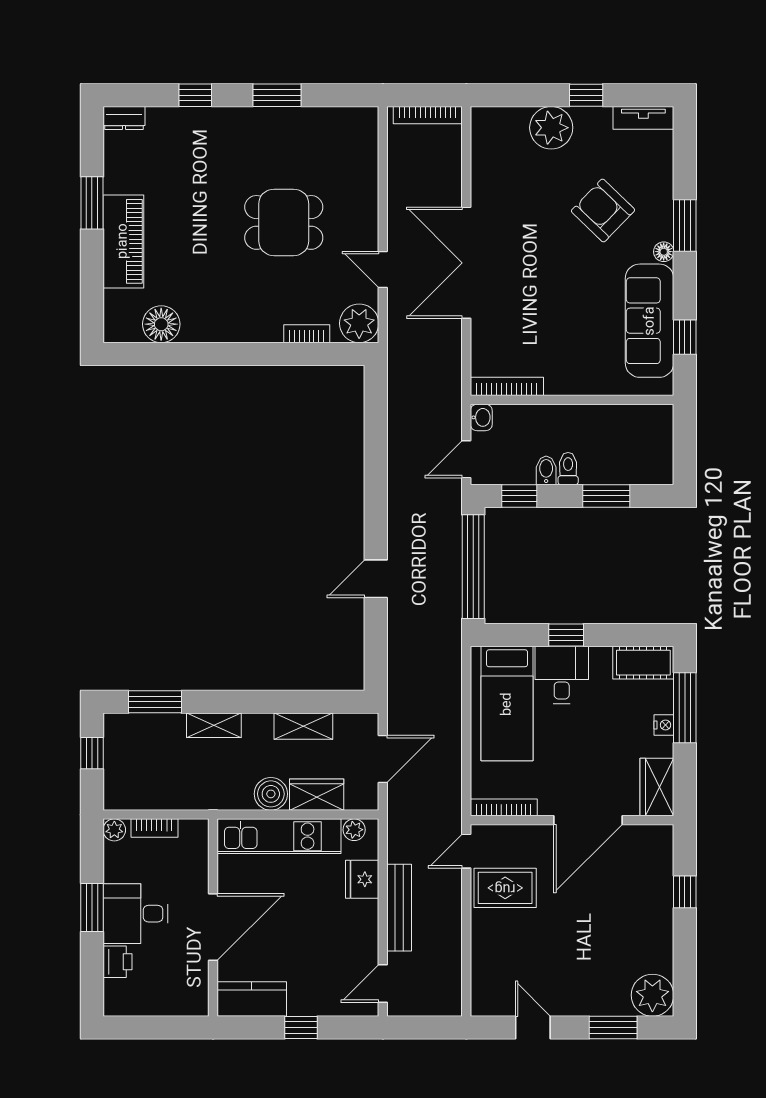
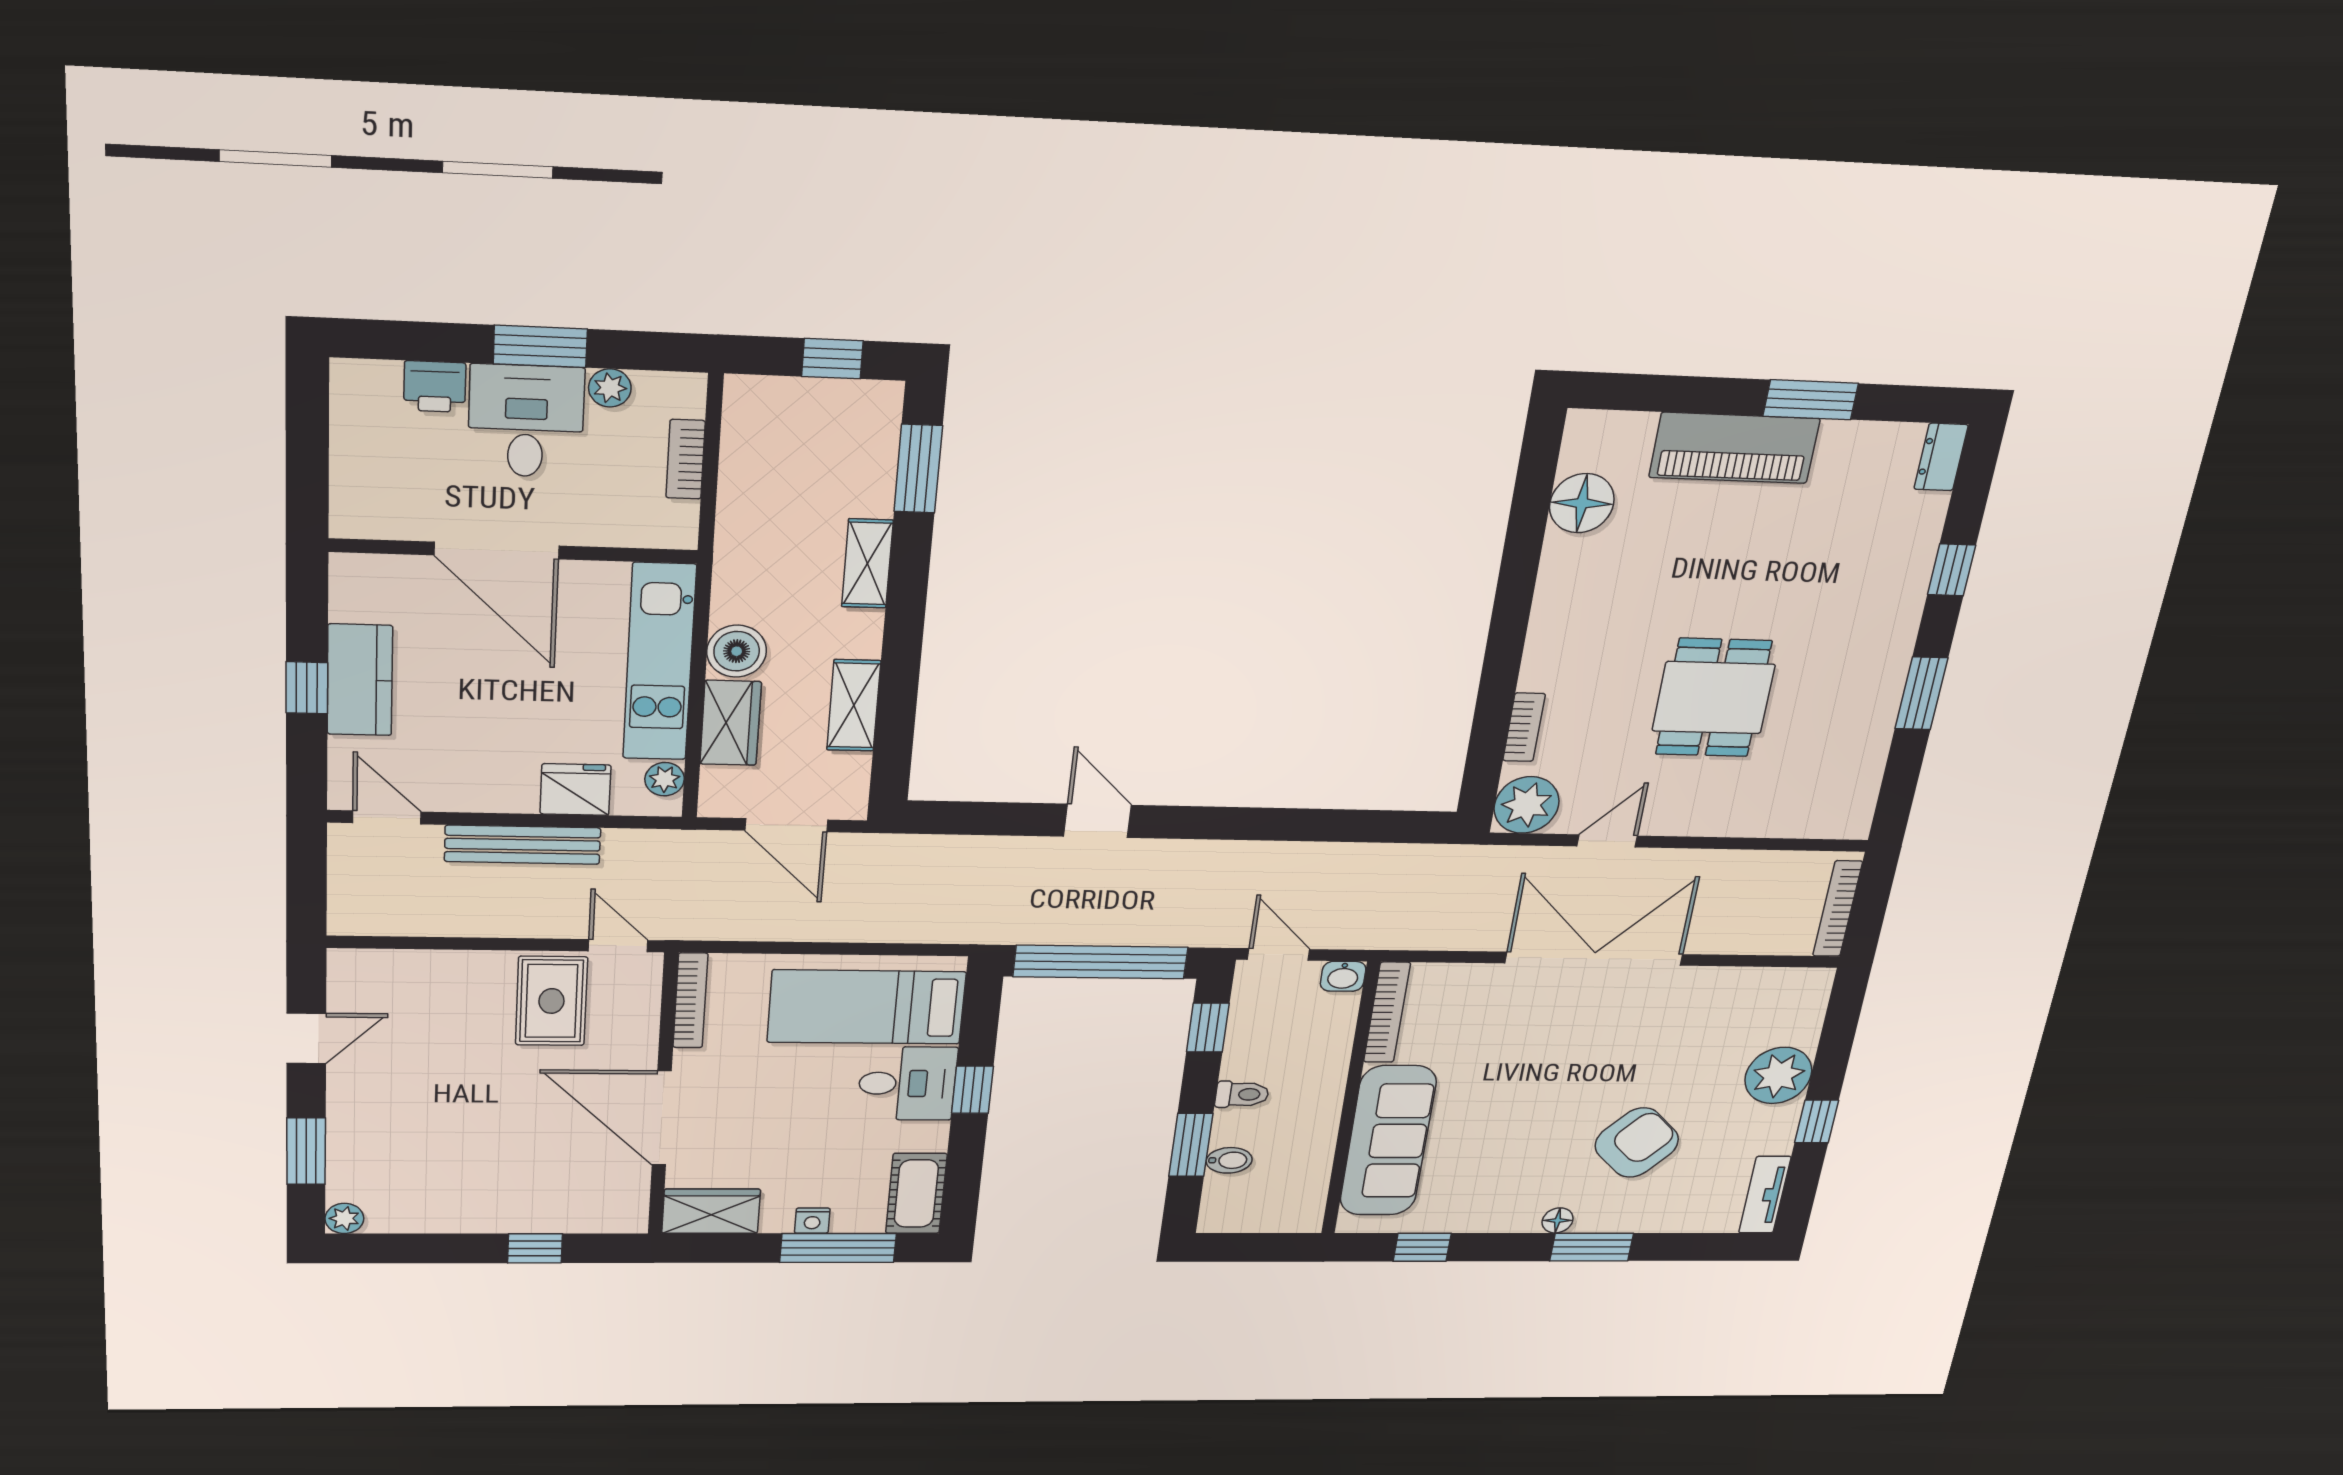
sofa: (650, 321) -> (1388, 1141), moved, turned 90
bidet: (546, 470) -> (1229, 1160), moved
plant: (114, 830) -> (610, 388), moved
plant: (652, 995) -> (344, 1218), width x0.53, depth x0.53
kitchen counter: (252, 999) -> (360, 680), moved

